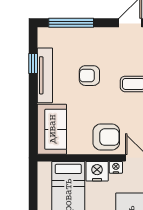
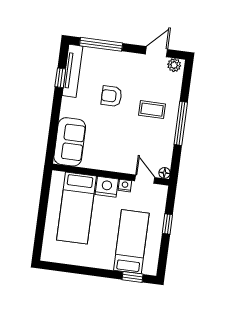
tv unit: (45, 75) -> (72, 71), moved
armchair: (106, 137) -> (120, 156), removed

